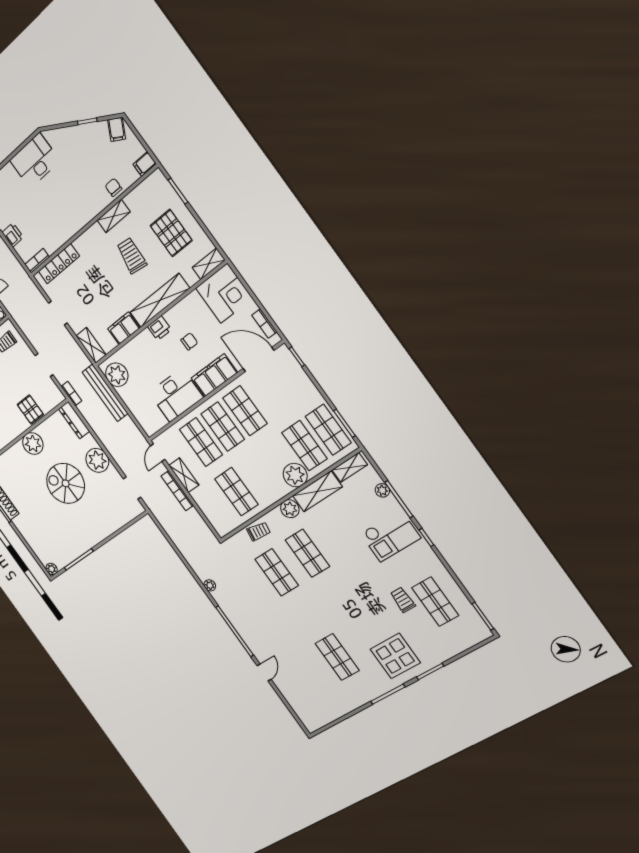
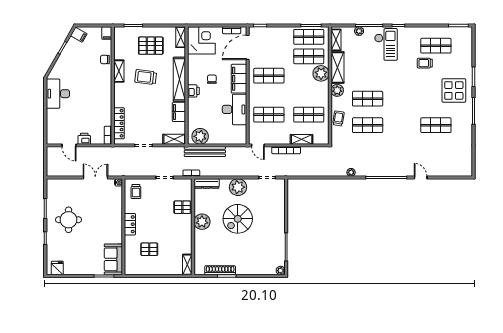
shop shelf: (223, 427) -> (269, 95), removed
shelving: (184, 475) -> (302, 139), moved

